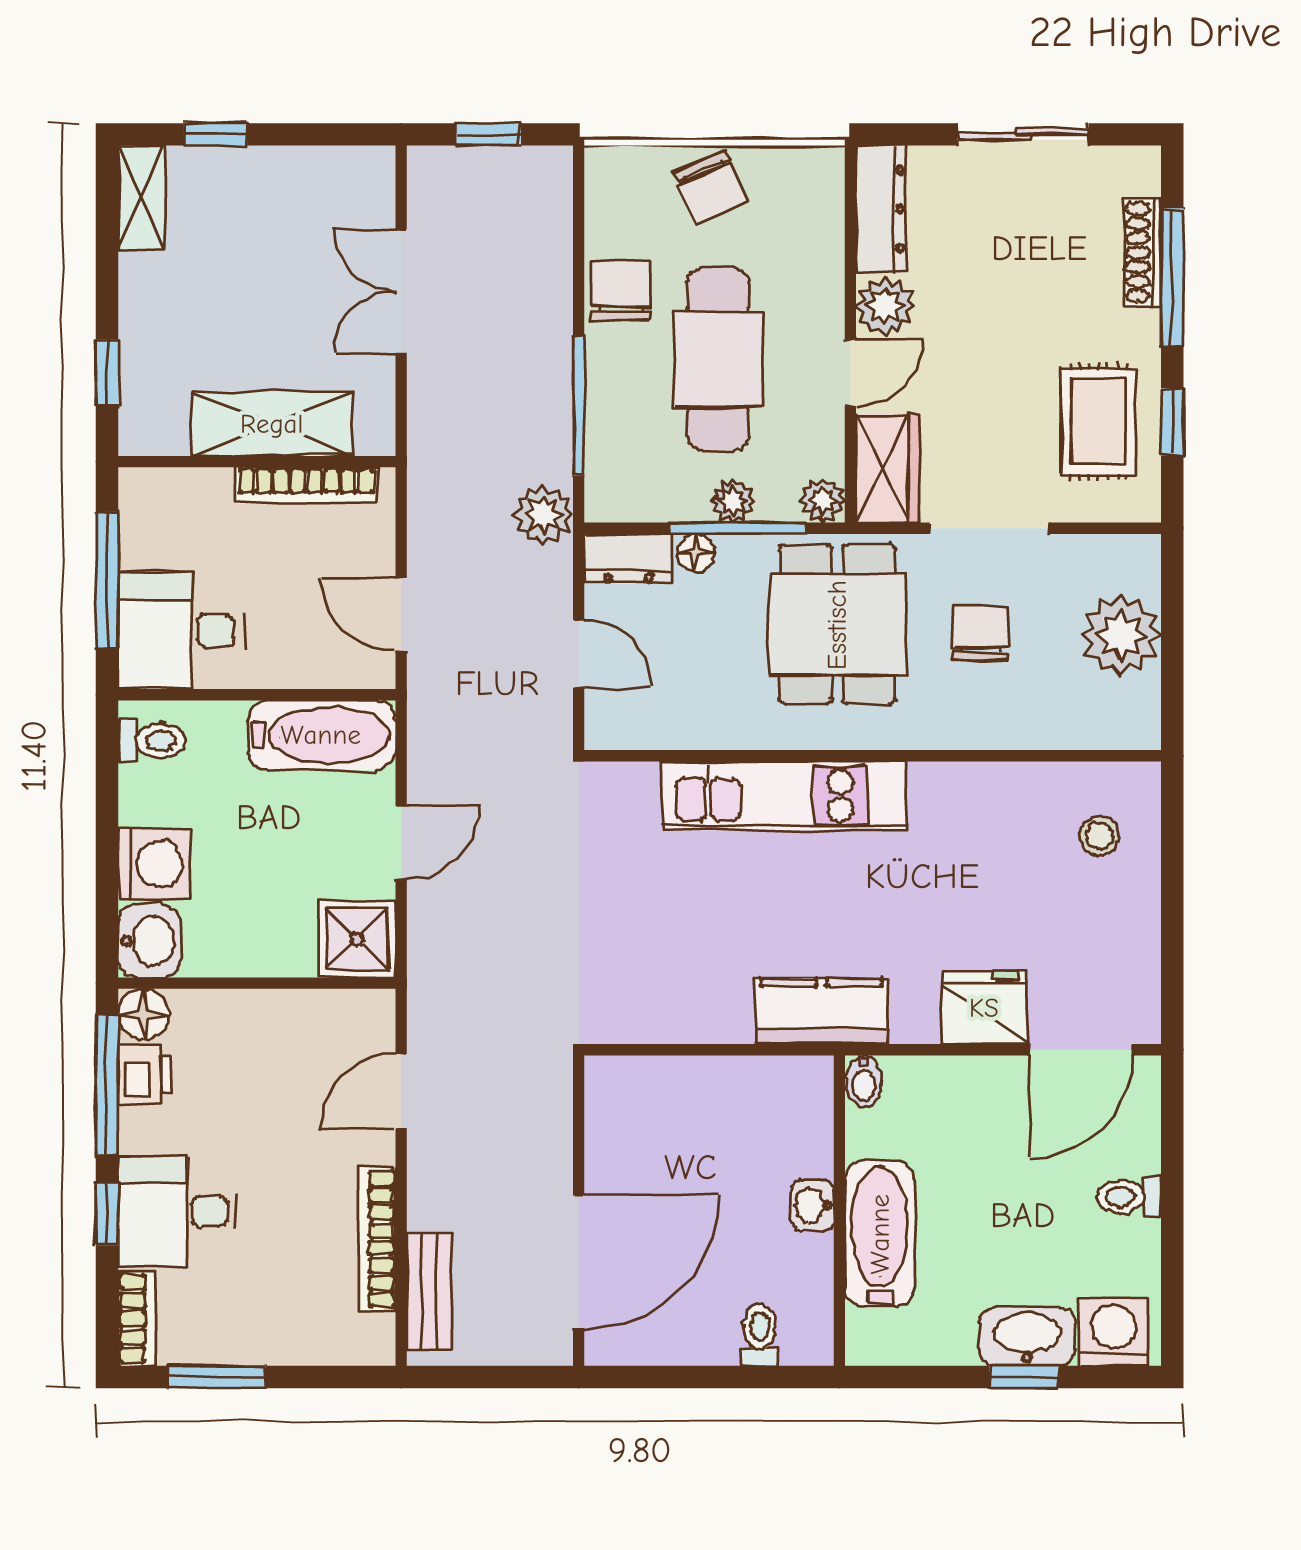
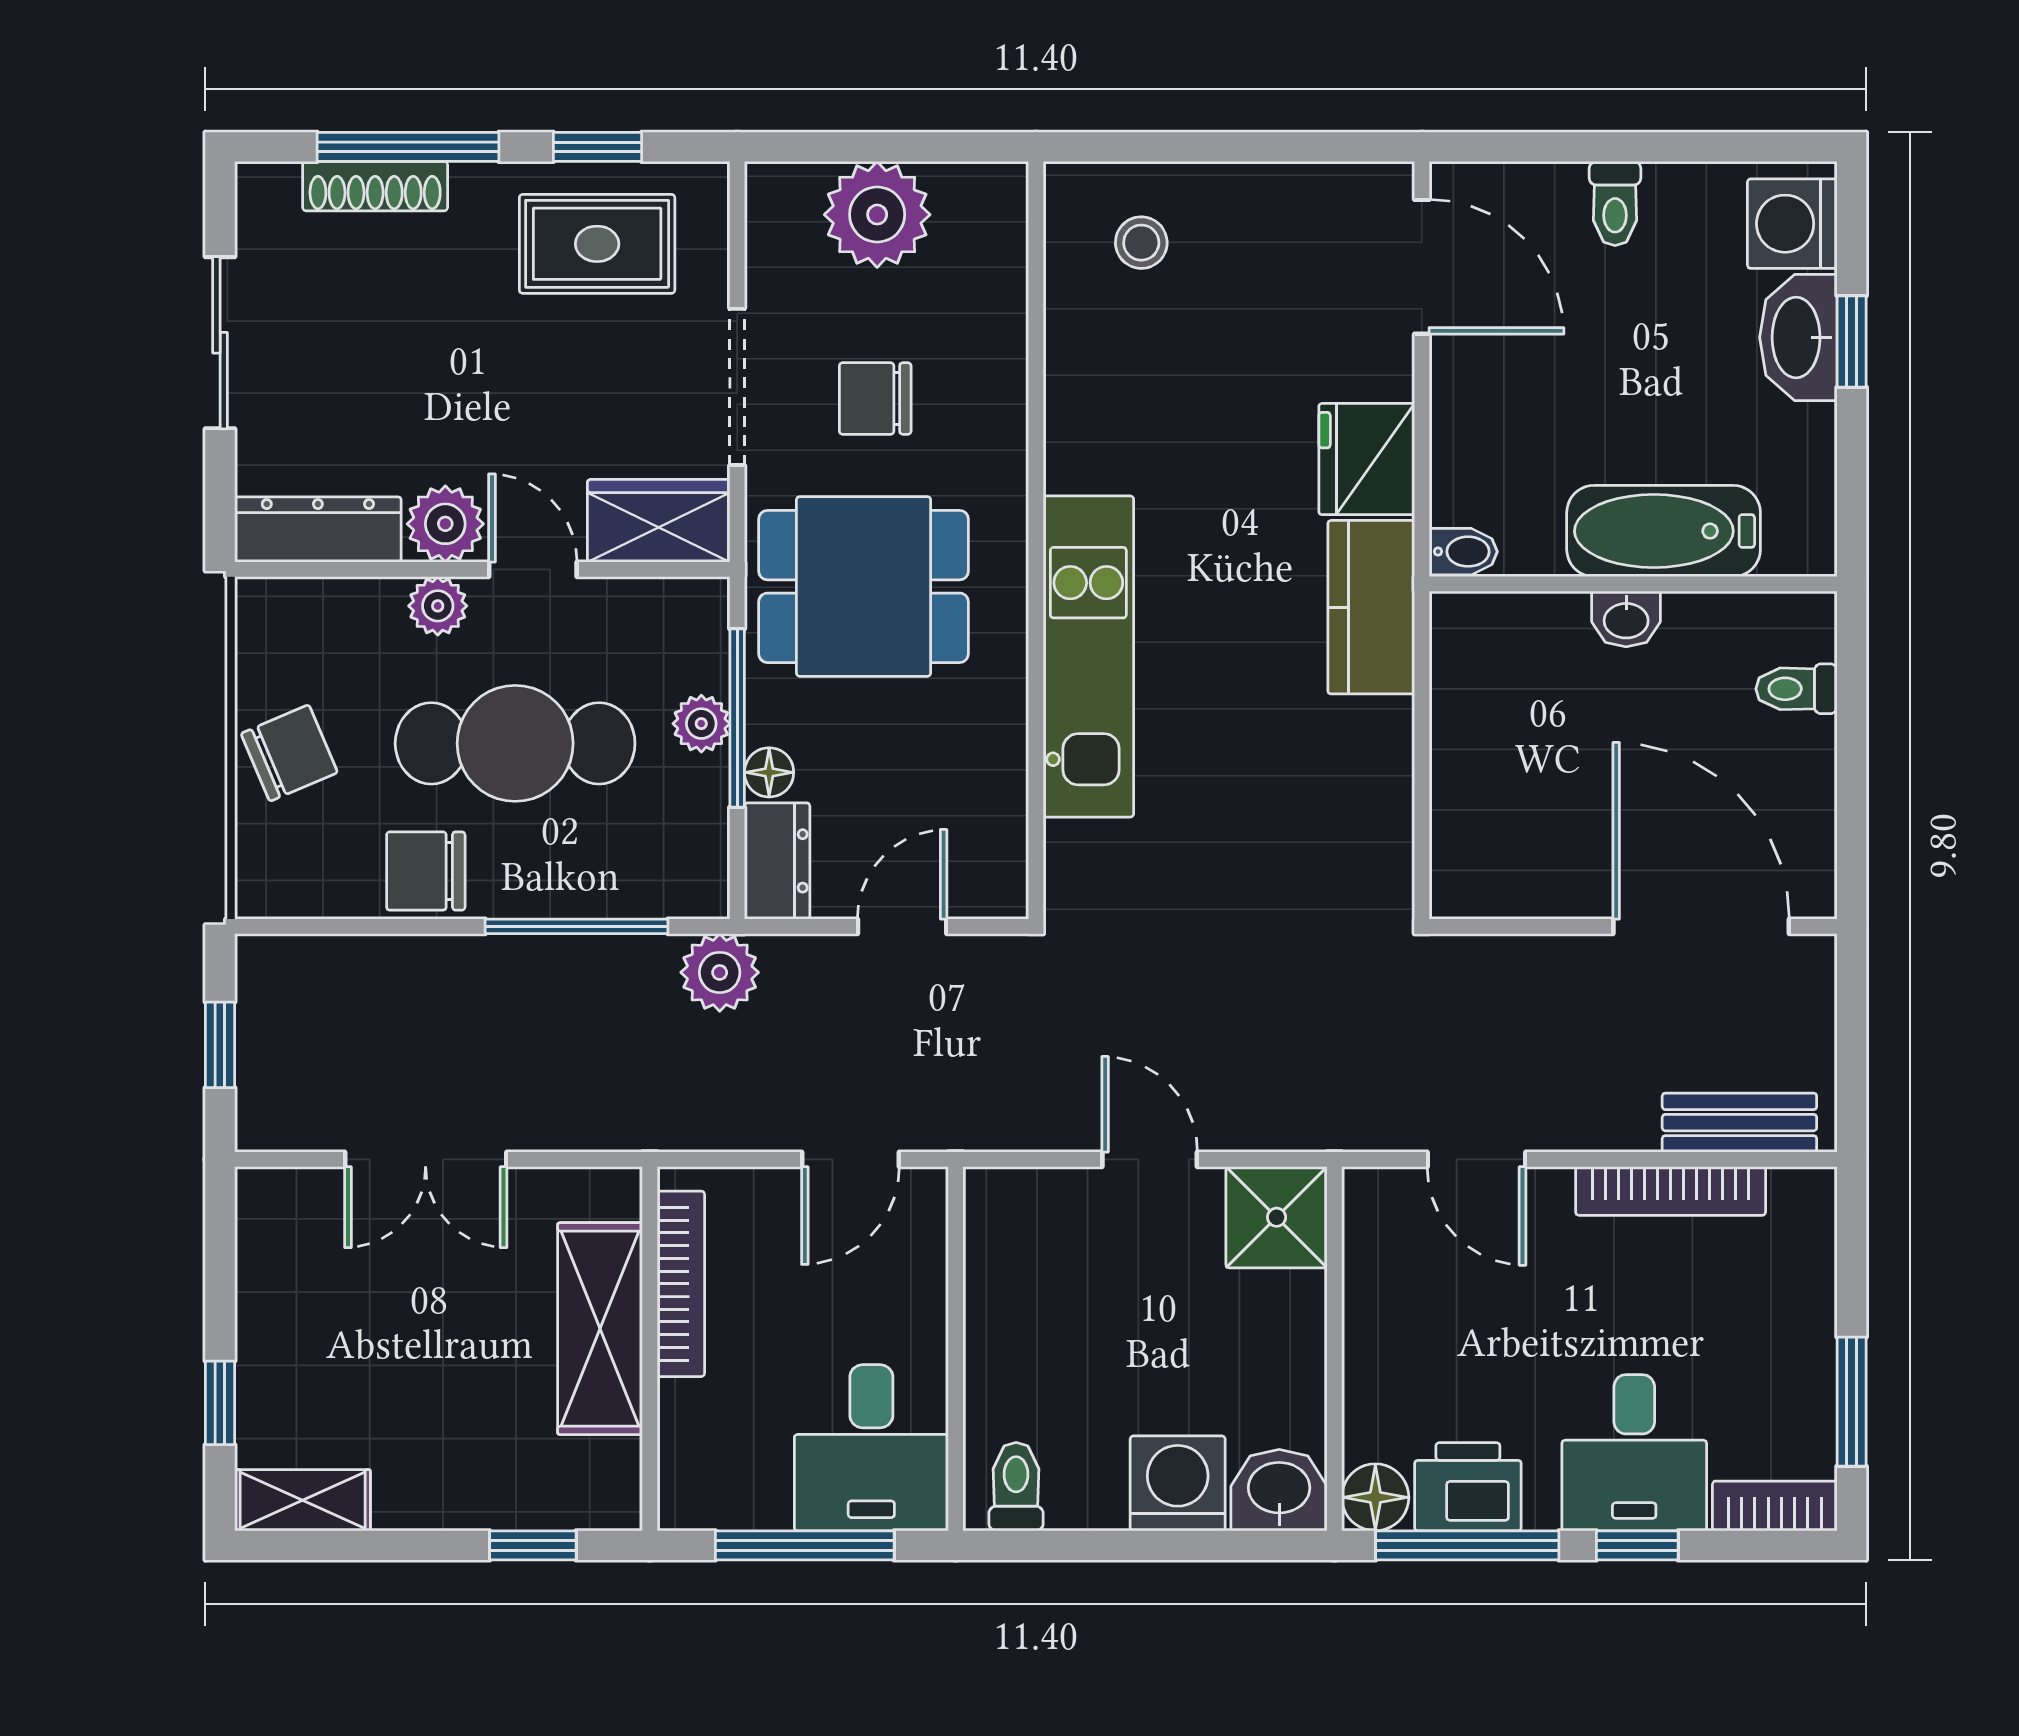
plant: (823, 500) -> (438, 606), moved
bathtub: (321, 735) -> (1009, 1264), removed
fridge: (984, 1008) -> (1367, 459), moved
printer: (145, 1074) -> (1468, 1487), width x1.36, depth x1.24

